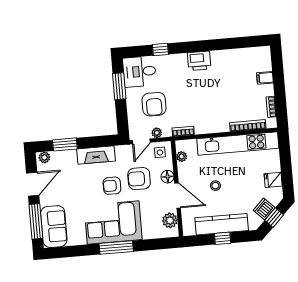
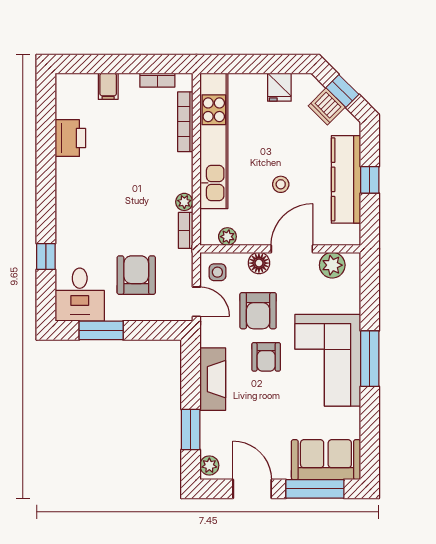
printer: (199, 61) -> (70, 138), moved
armchair: (154, 104) -> (136, 275), turned -90
plant: (157, 133) -> (184, 202), moved

